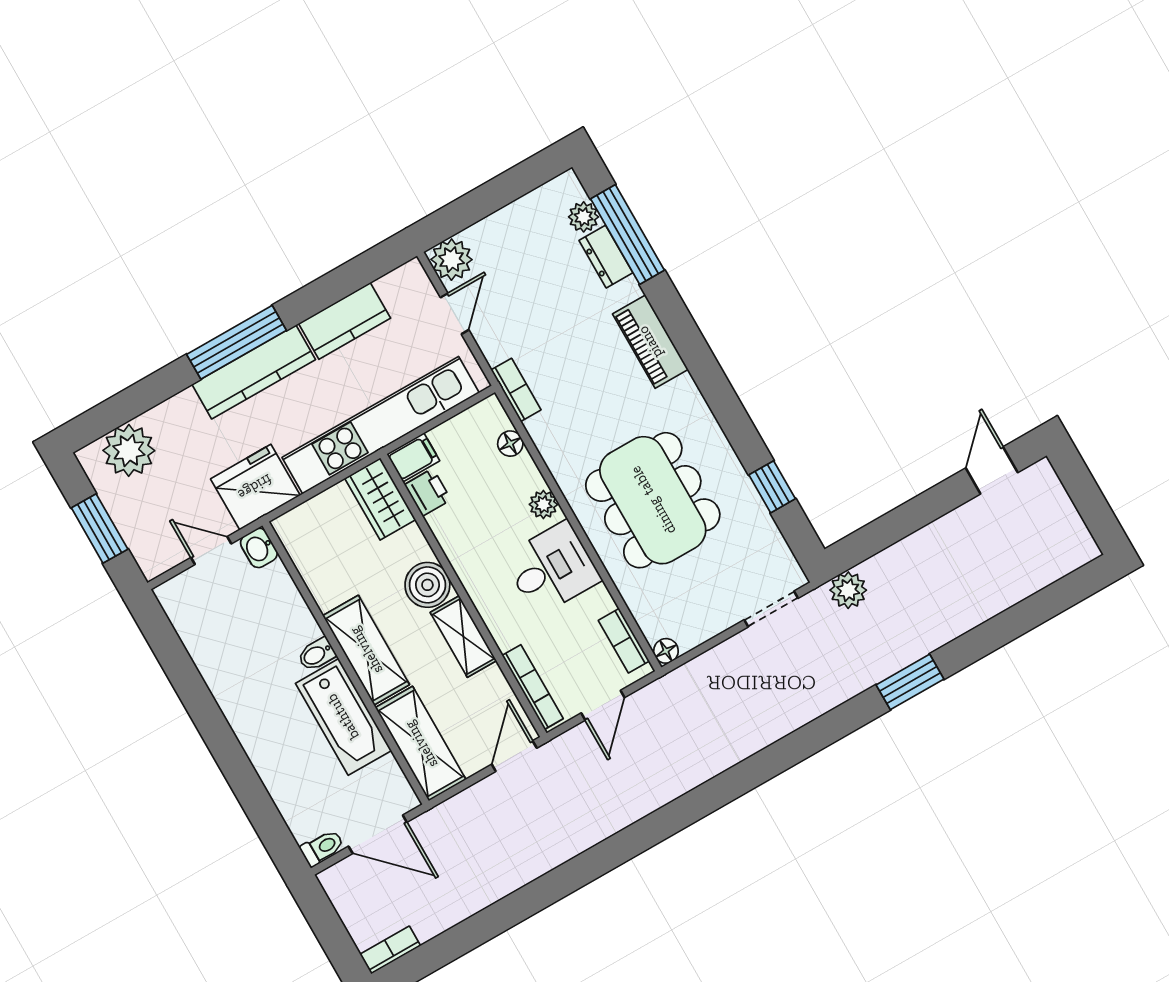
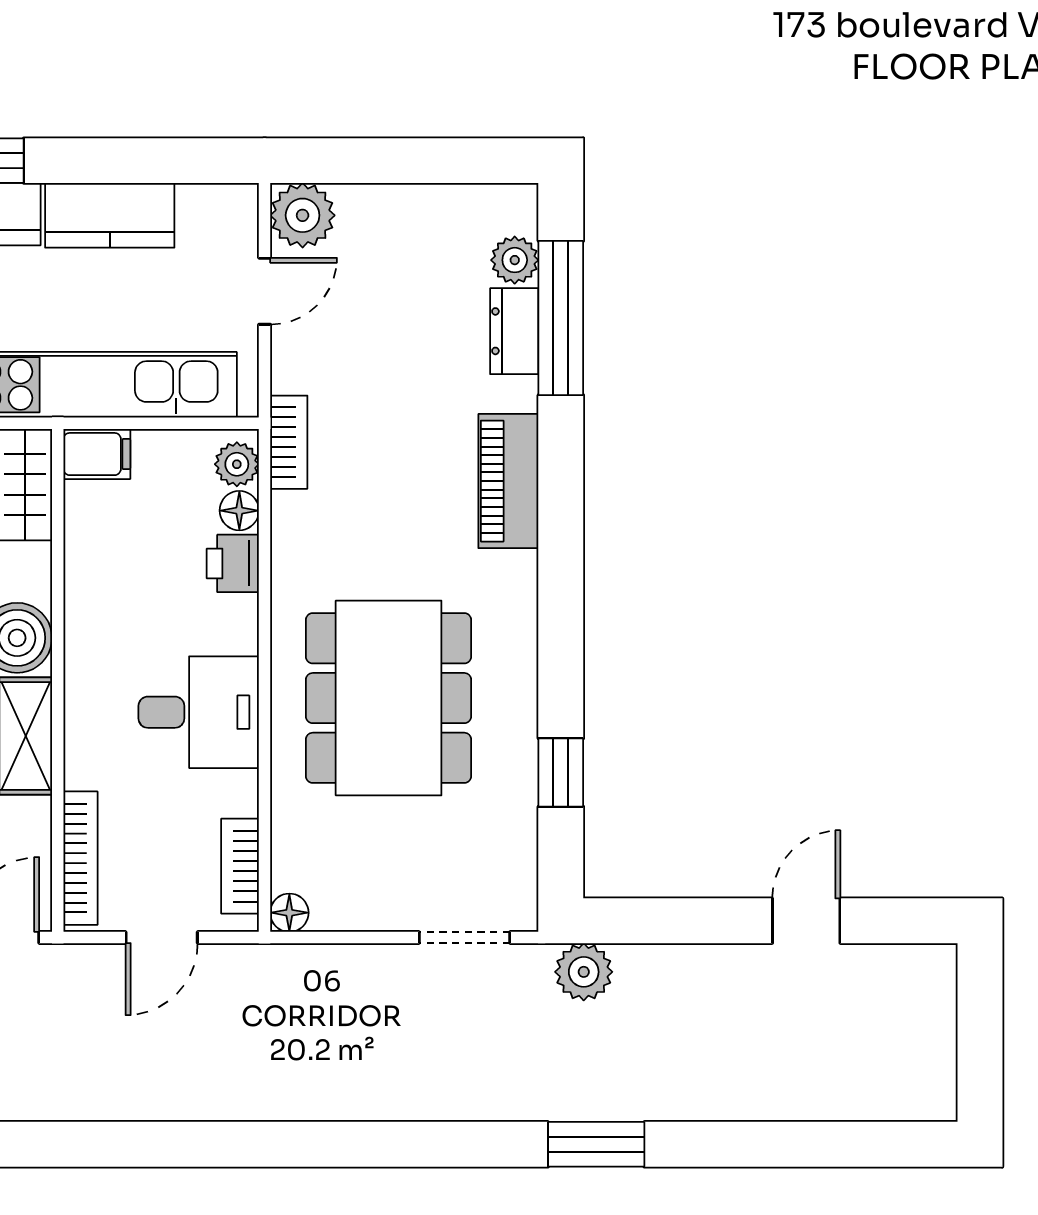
door: (992, 470) -> (806, 921), moved
printer: (428, 492) -> (233, 563), moved, turned 180
plant: (543, 504) -> (237, 464), moved

